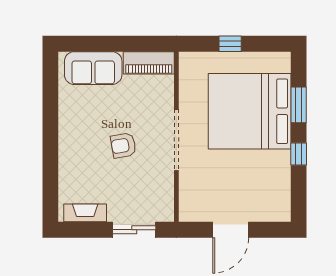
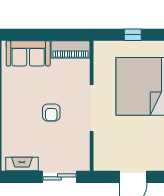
armchair: (123, 145) -> (51, 112), turned -80

